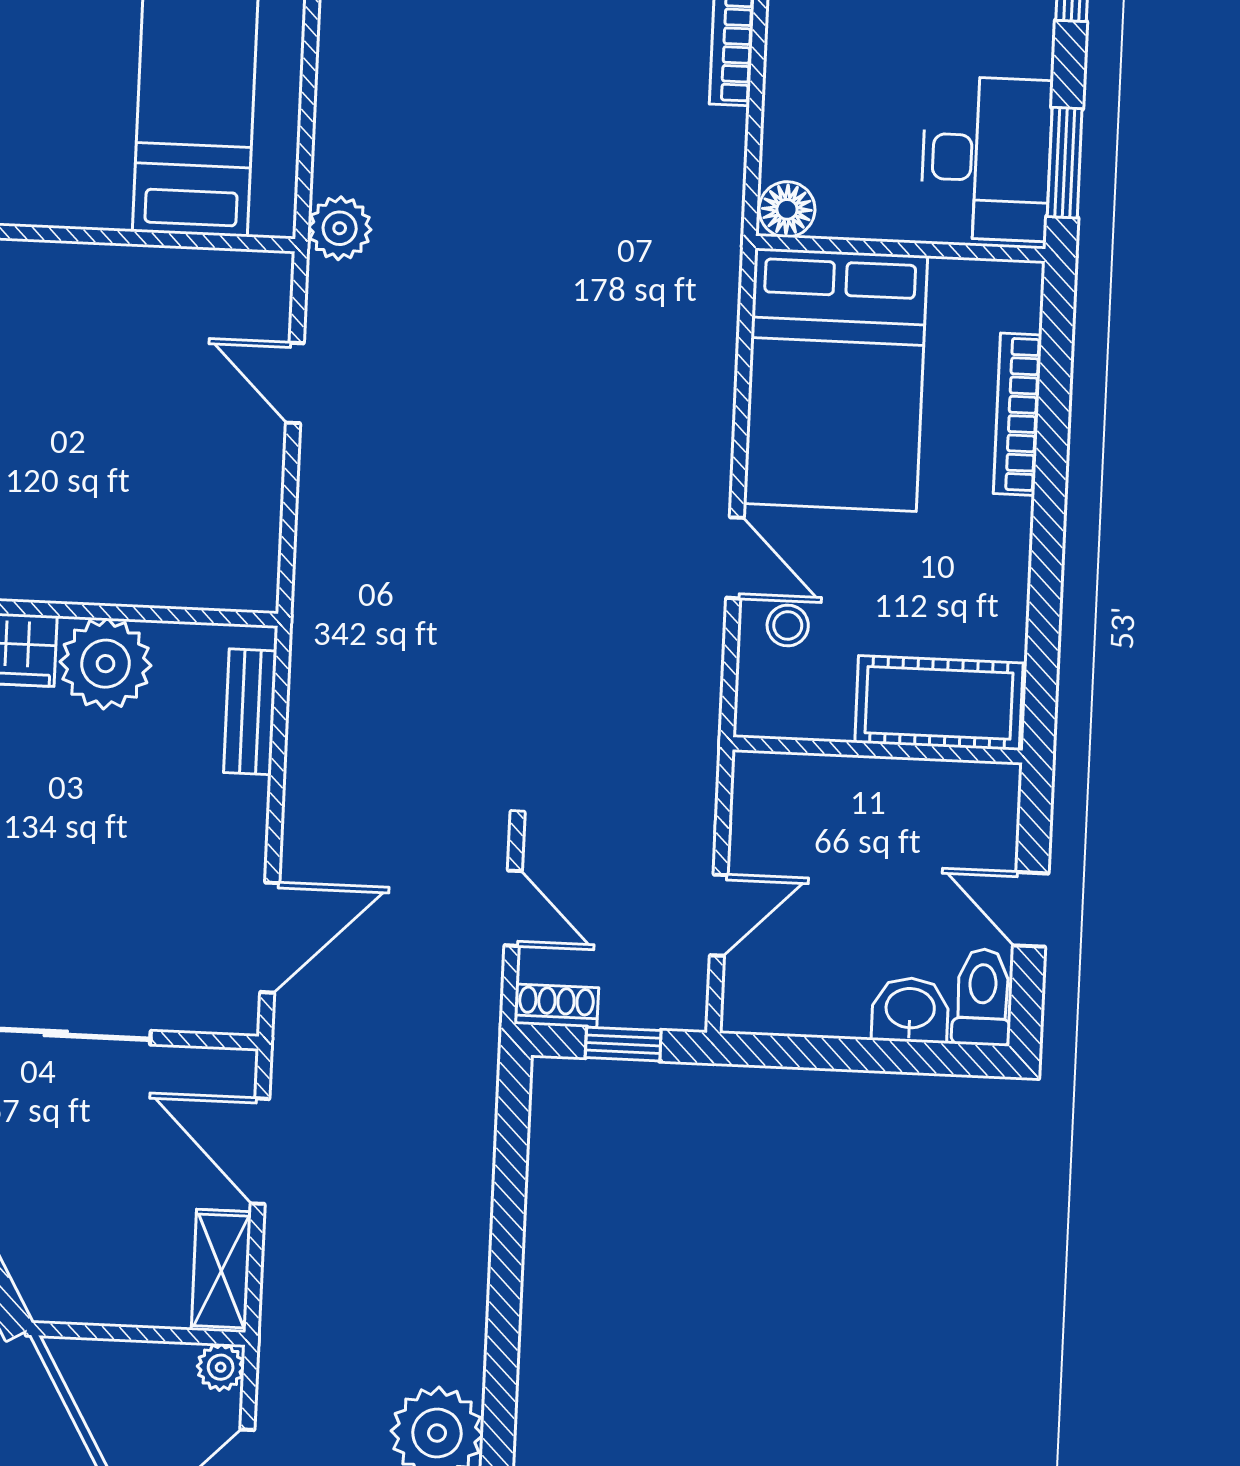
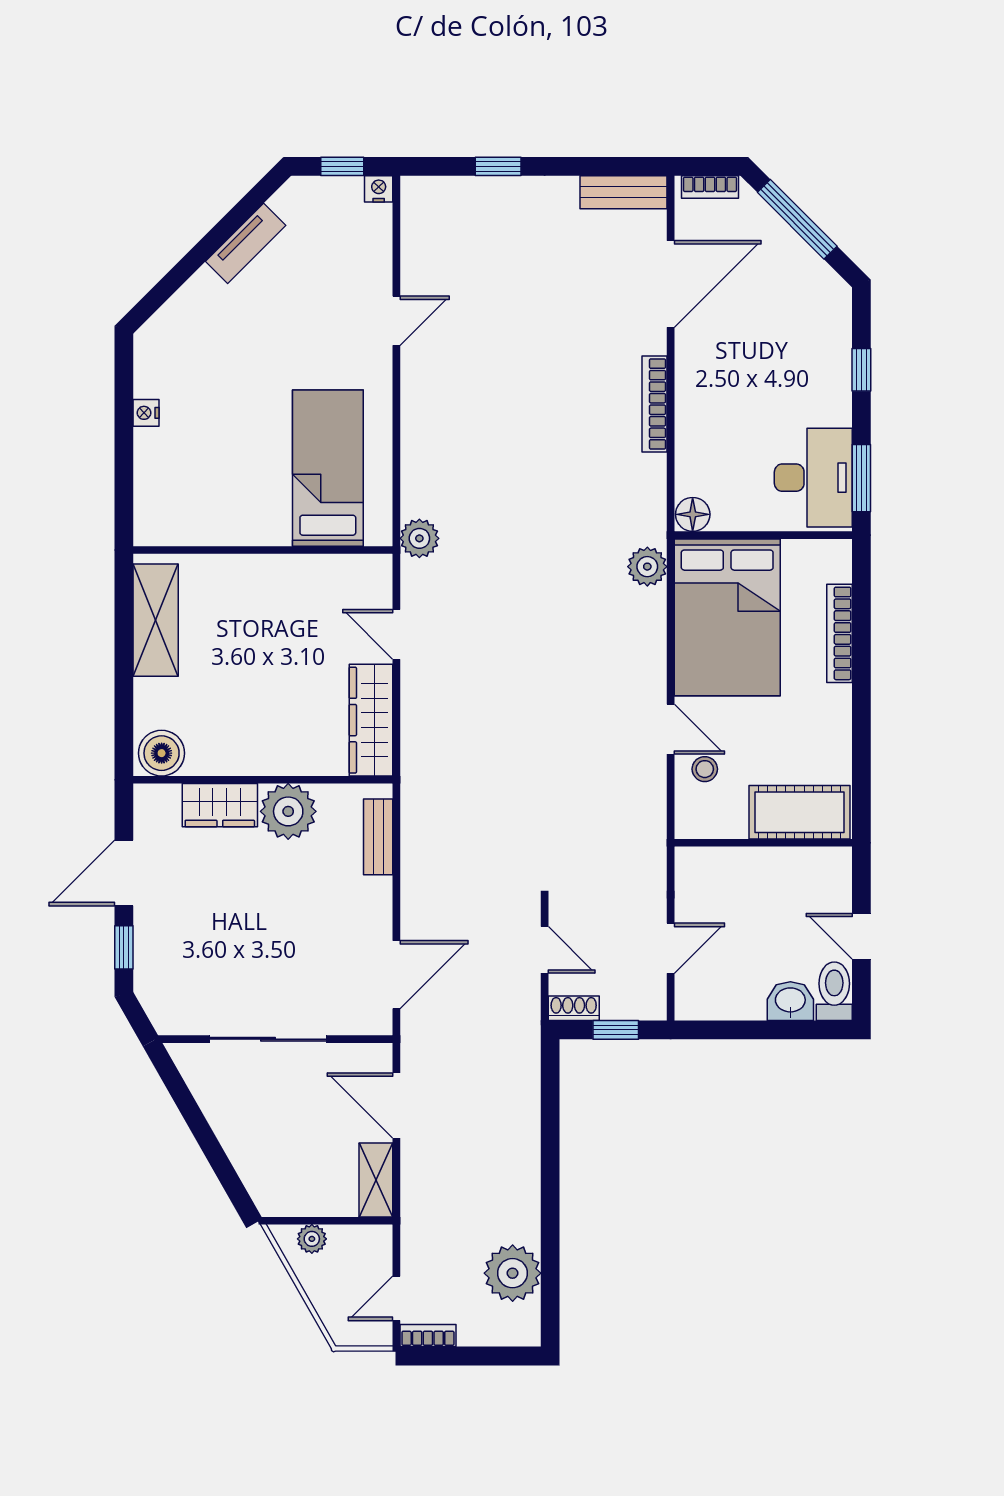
plant: (709, 291) -> (647, 567), added
wardrobe: (247, 521) -> (371, 720), added
plant: (221, 1367) -> (312, 1239), moved

